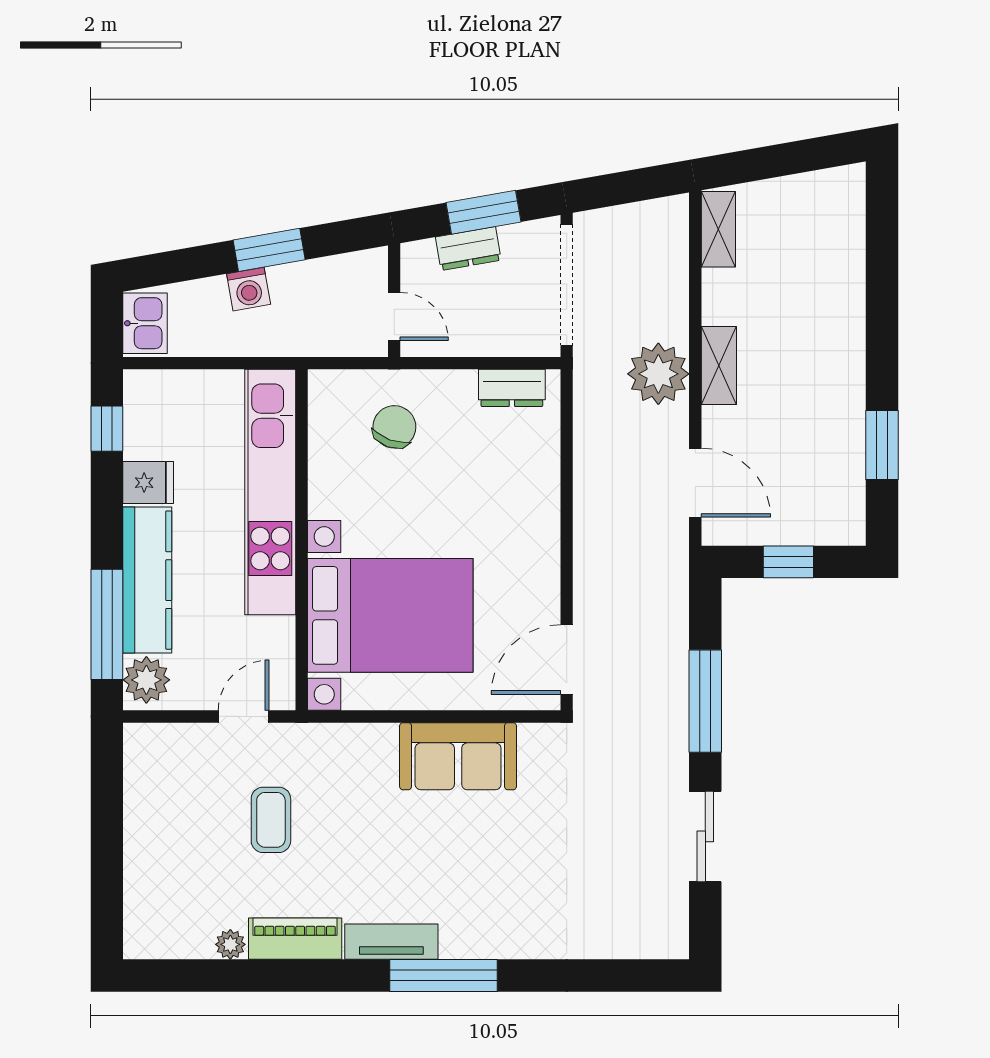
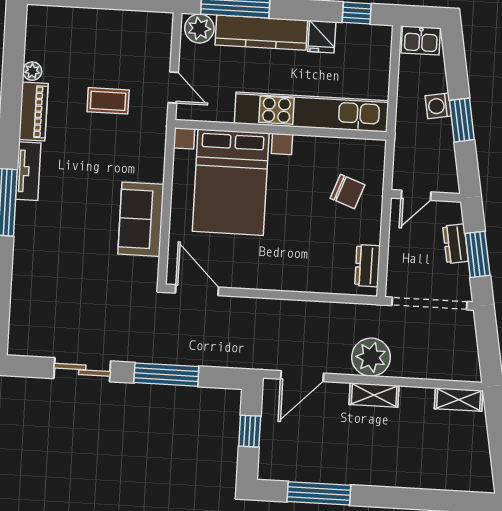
window: (882, 445) -> (319, 493), width x1.44

